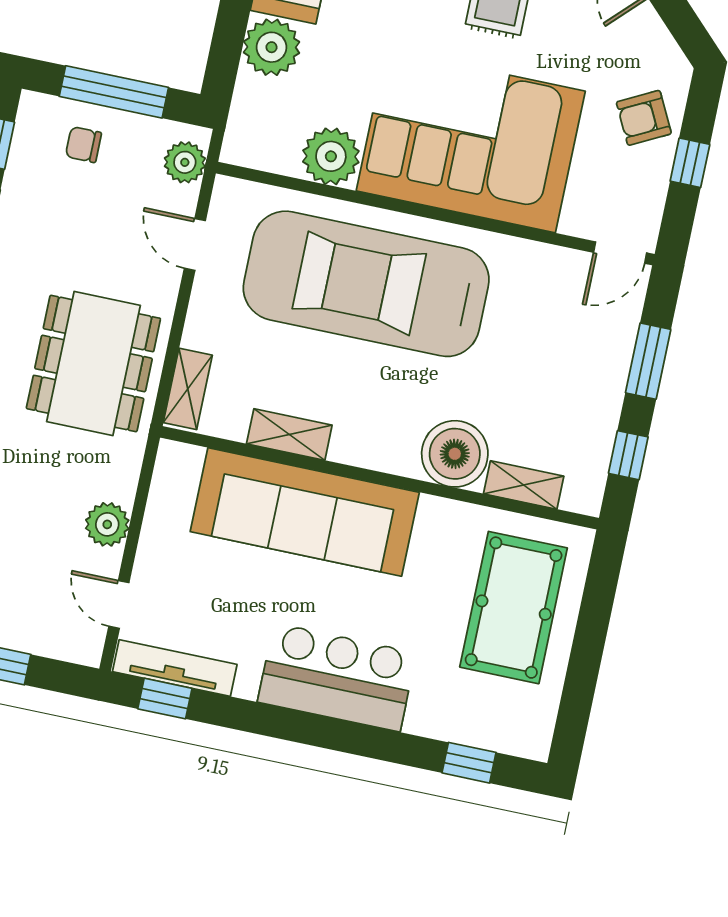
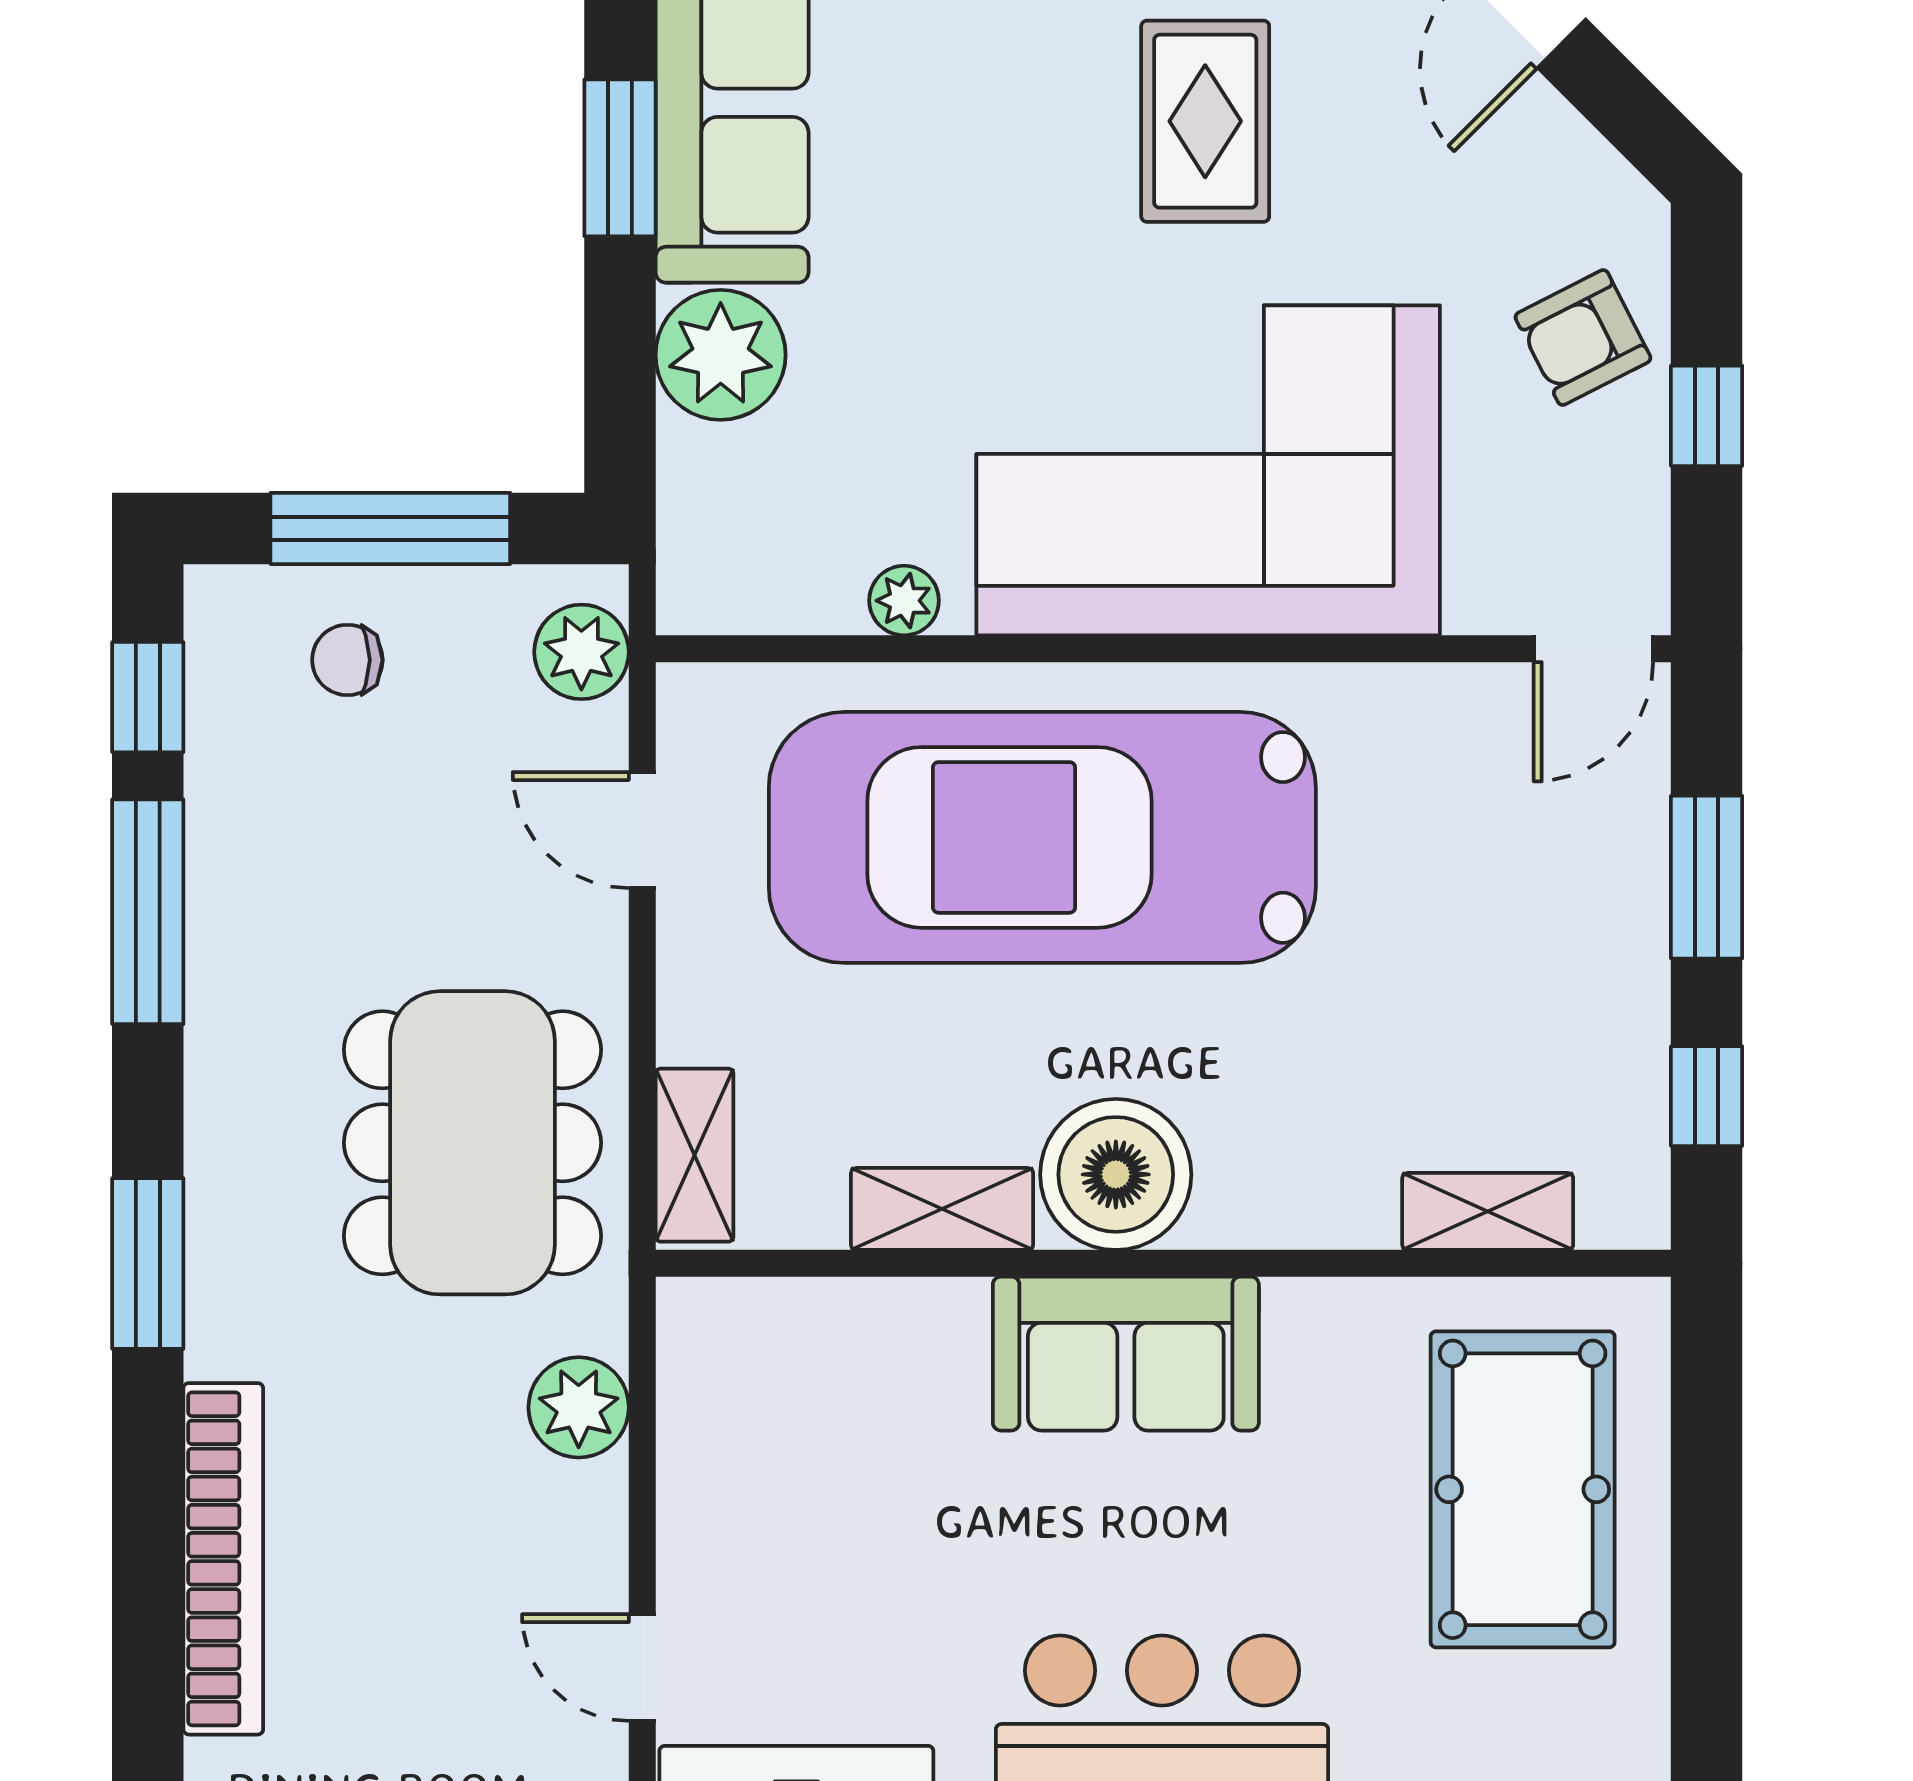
plant: (331, 156) -> (904, 601), width x0.53, depth x0.53
boiler: (455, 454) -> (1116, 1174), moved
sofa: (305, 512) -> (1126, 1354), width x0.54, depth x0.79
plant: (107, 524) -> (579, 1407), moved

